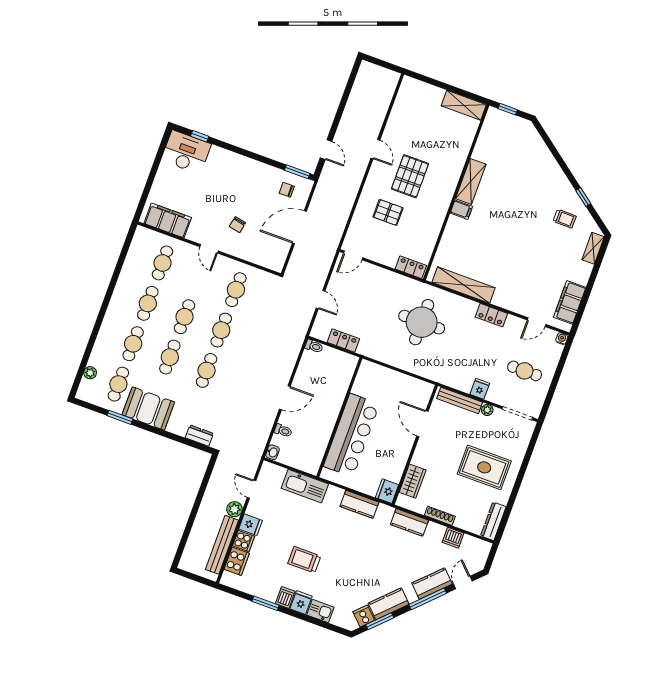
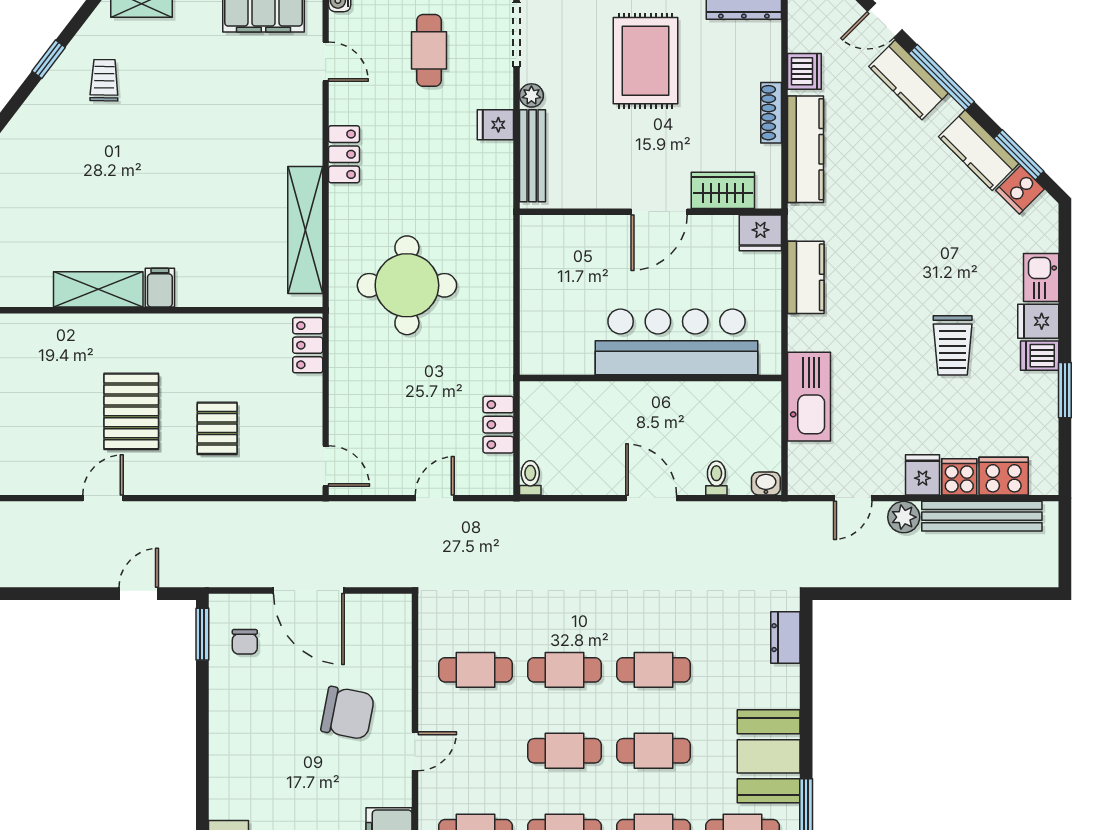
pallet: (410, 176) -> (131, 411), turned 90
chair: (237, 225) -> (348, 713), width x1.87, depth x1.87
door: (422, 424) -> (659, 212), moved
kitchen counter: (409, 522) -> (805, 149), width x1.50

